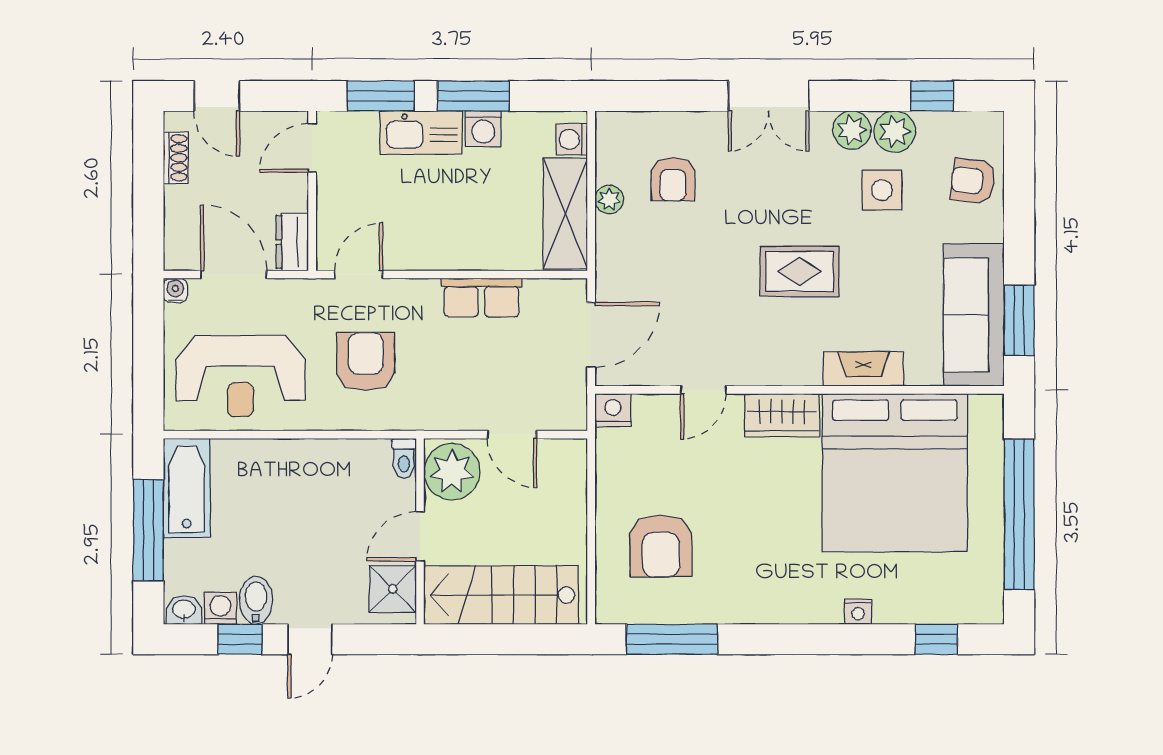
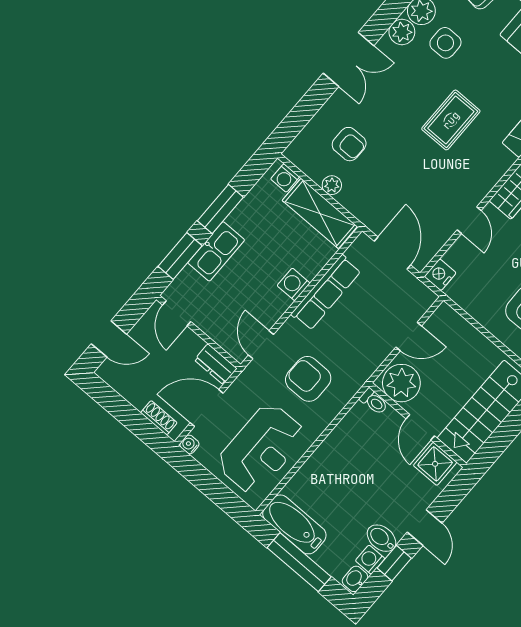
washing machine: (483, 129) -> (294, 284), moved, turned 180
shoe rack: (176, 158) -> (159, 418), moved
row of seats: (481, 298) -> (326, 292), width x1.48

